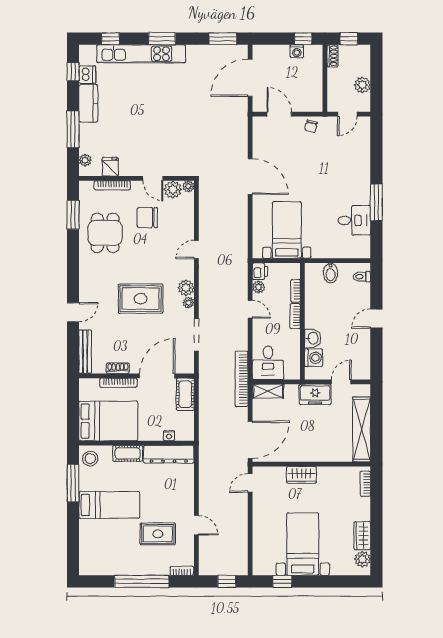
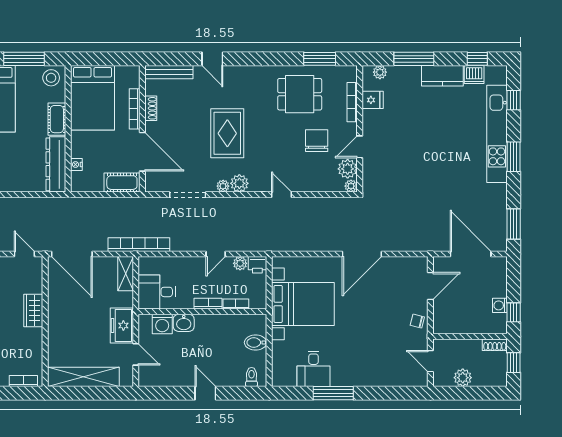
bed with nightstands: (287, 230) -> (303, 304), width x1.36
desk: (268, 363) -> (157, 292), moved

